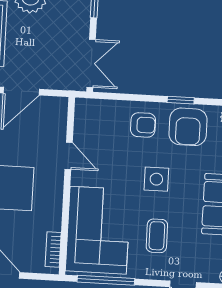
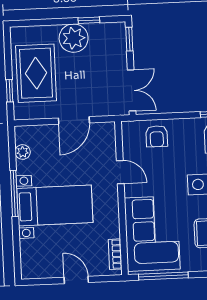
armchair: (143, 125) -> (157, 136), moved, turned 90

